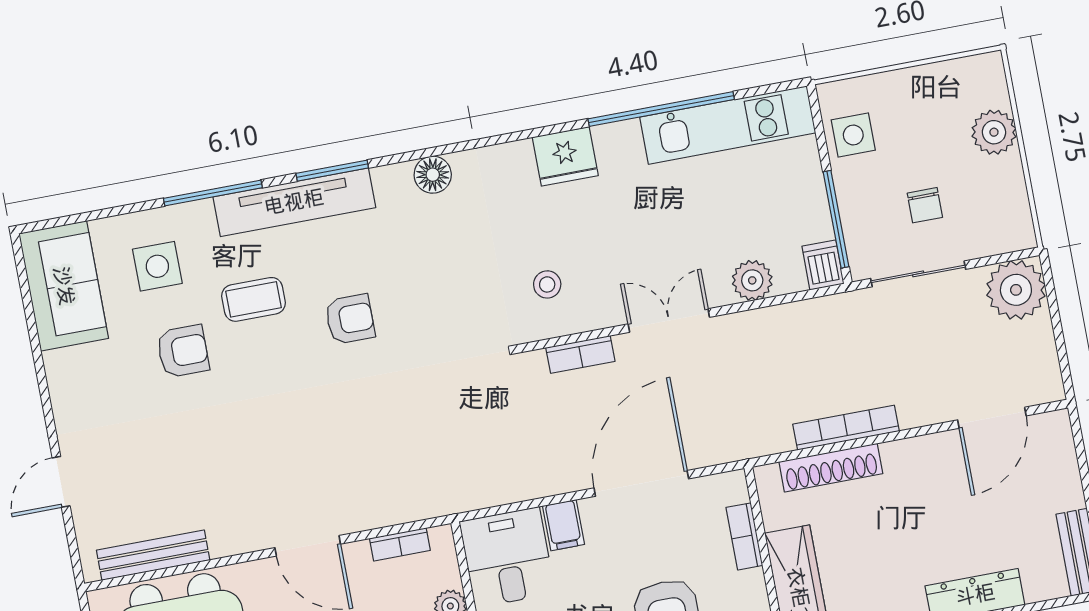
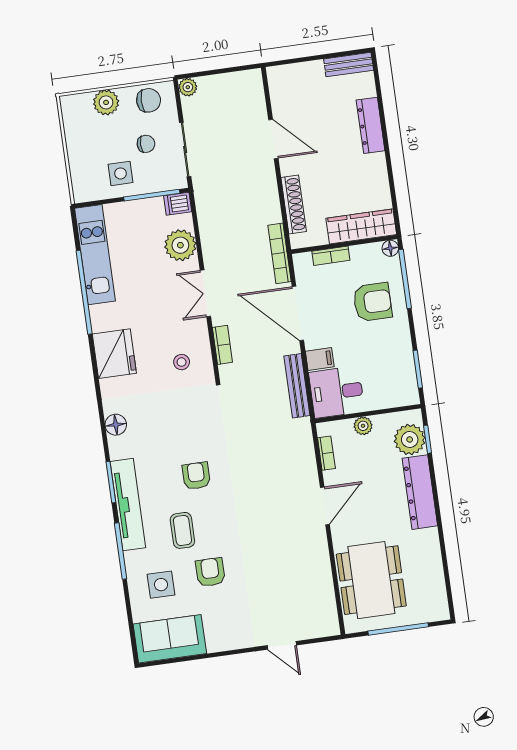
side table: (853, 135) -> (120, 173), moved
fridge: (565, 156) -> (114, 354), width x1.36, depth x1.34
chair: (1001, 206) -> (149, 100), added
plant: (752, 280) -> (180, 245), width x1.36, depth x1.36
plant: (1016, 290) -> (188, 87), width x0.53, depth x0.53
door: (992, 418) -> (273, 139), moved
bookcase: (846, 428) -> (279, 253), moved
bench: (153, 555) -> (297, 386), moved

